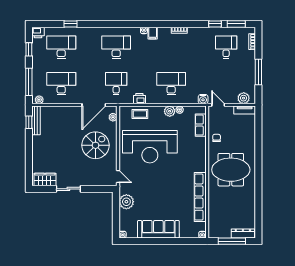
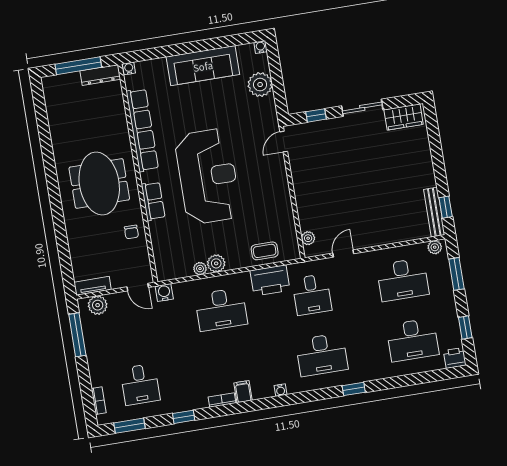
window: (70, 24) -> (354, 389), moved
window: (215, 24) -> (184, 417), moved
filing cabinet: (153, 33) -> (243, 392), moved
window: (258, 72) -> (77, 335), moved
window: (29, 82) -> (456, 274), width x0.69
printer: (139, 99) -> (270, 280), width x1.87, depth x1.48
door: (94, 105) -> (343, 253), width x0.53
row of seats: (201, 125) -> (153, 201), moved
spiral stairs: (96, 145) -> (329, 187), removed
reception desk: (150, 147) -> (208, 176), moved, turned 90
meeting table: (231, 170) -> (99, 183), turned 90
door: (118, 177) -> (284, 142), hinge flipped
window: (96, 189) -> (316, 115), added
plant: (126, 202) -> (260, 85), moved
dresser: (243, 233) -> (100, 75), moved

